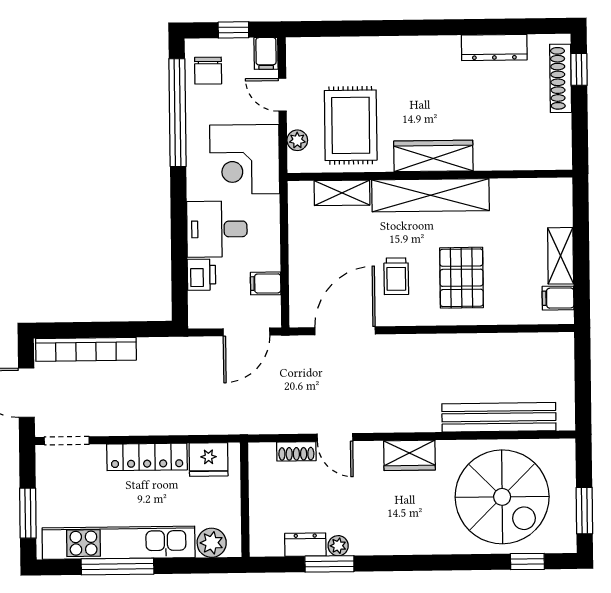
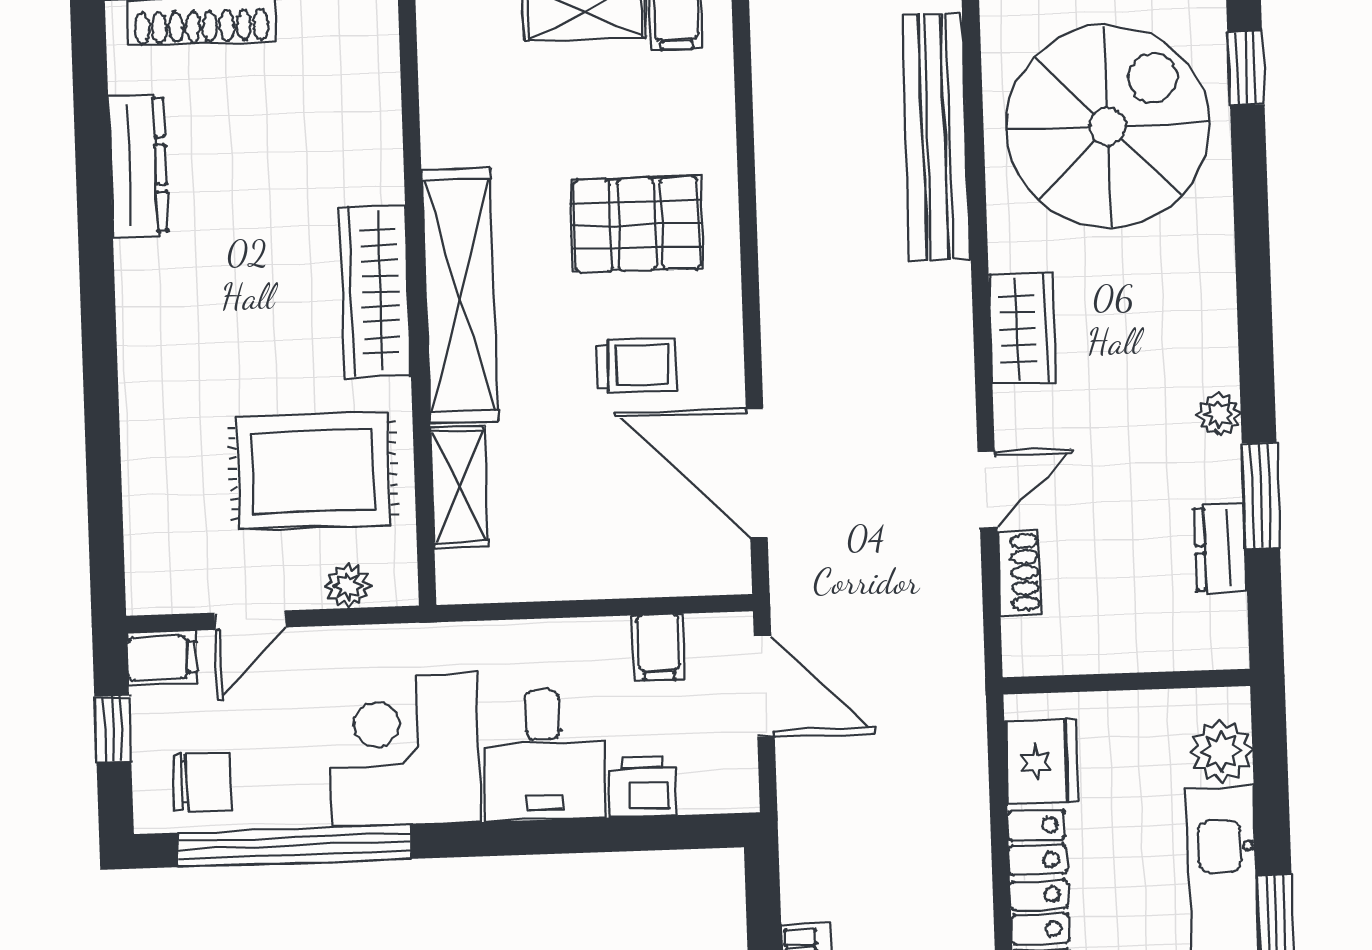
corner desk: (245, 159) -> (404, 750), moved, turned 180
plant: (338, 546) -> (1219, 414), moved

